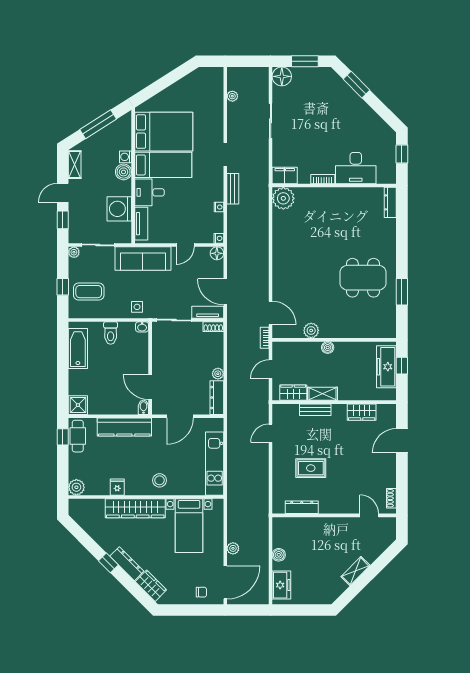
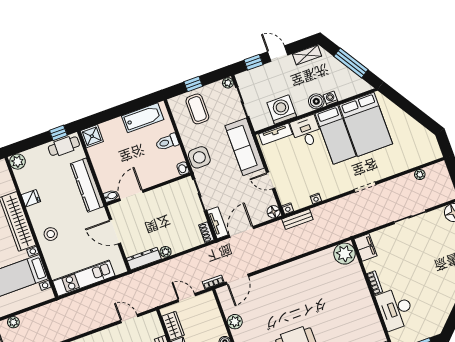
bench: (233, 189) -> (297, 219), moved
side table: (137, 307) -> (199, 157), width x1.87, depth x1.87

